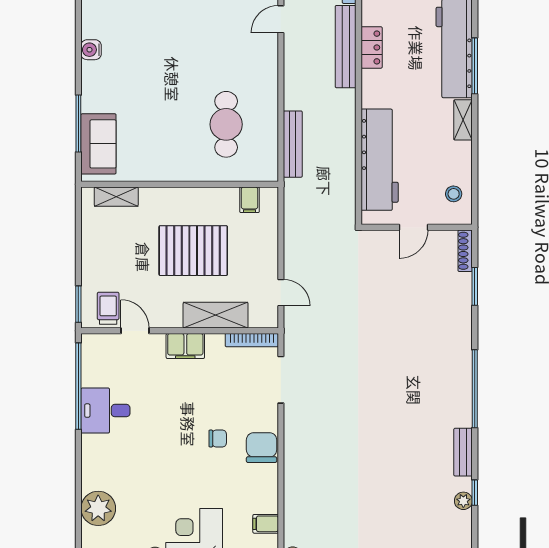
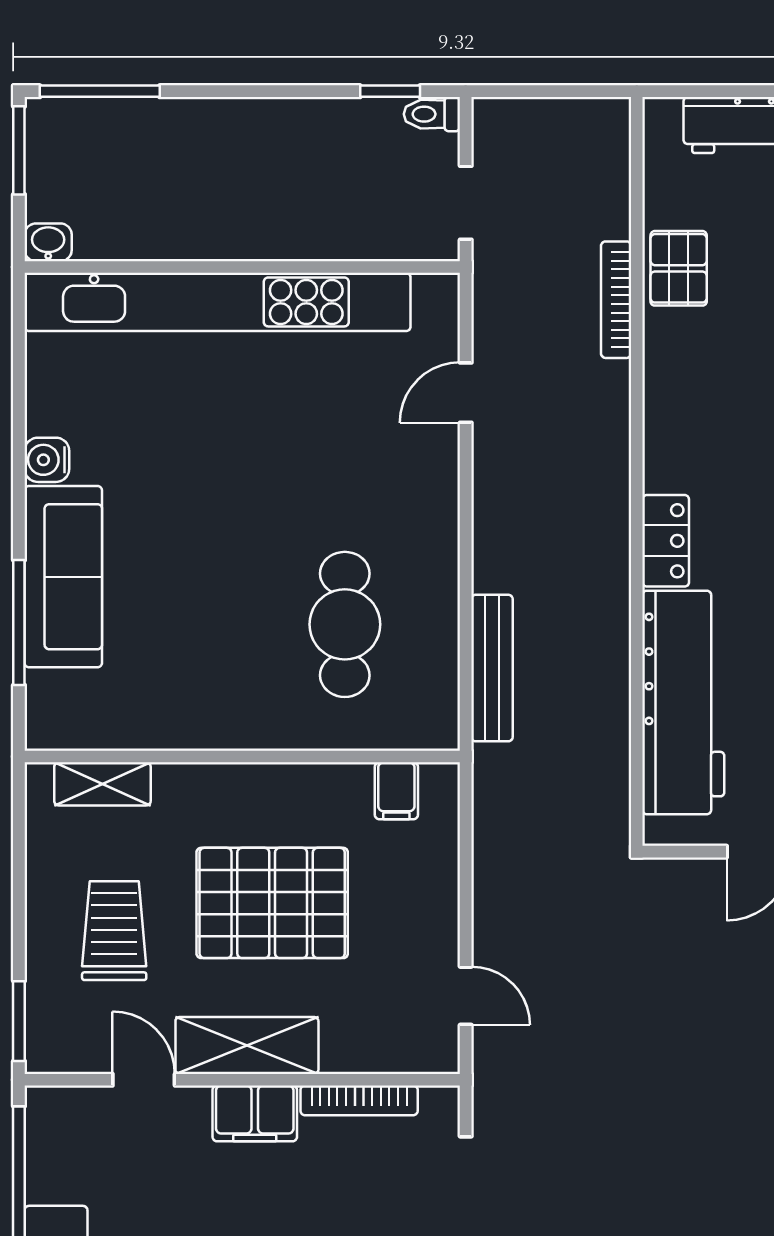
bench: (346, 47) -> (608, 453), removed
locker: (372, 47) -> (666, 541), moved
sofa: (98, 144) -> (63, 577), moved, width x1.36
trolley: (108, 308) -> (114, 931), moved, width x1.36, depth x1.39
shelving: (216, 315) -> (247, 1045), moved
bookcase: (252, 340) -> (359, 1100), moved

